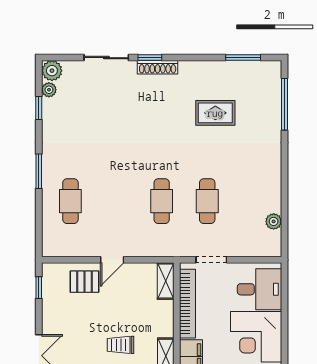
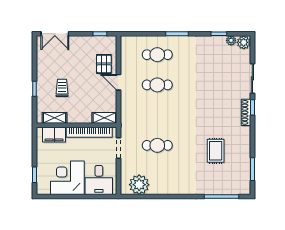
cafe table: (162, 201) -> (157, 85), moved
plant: (274, 221) -> (139, 185), width x1.88, depth x1.88

